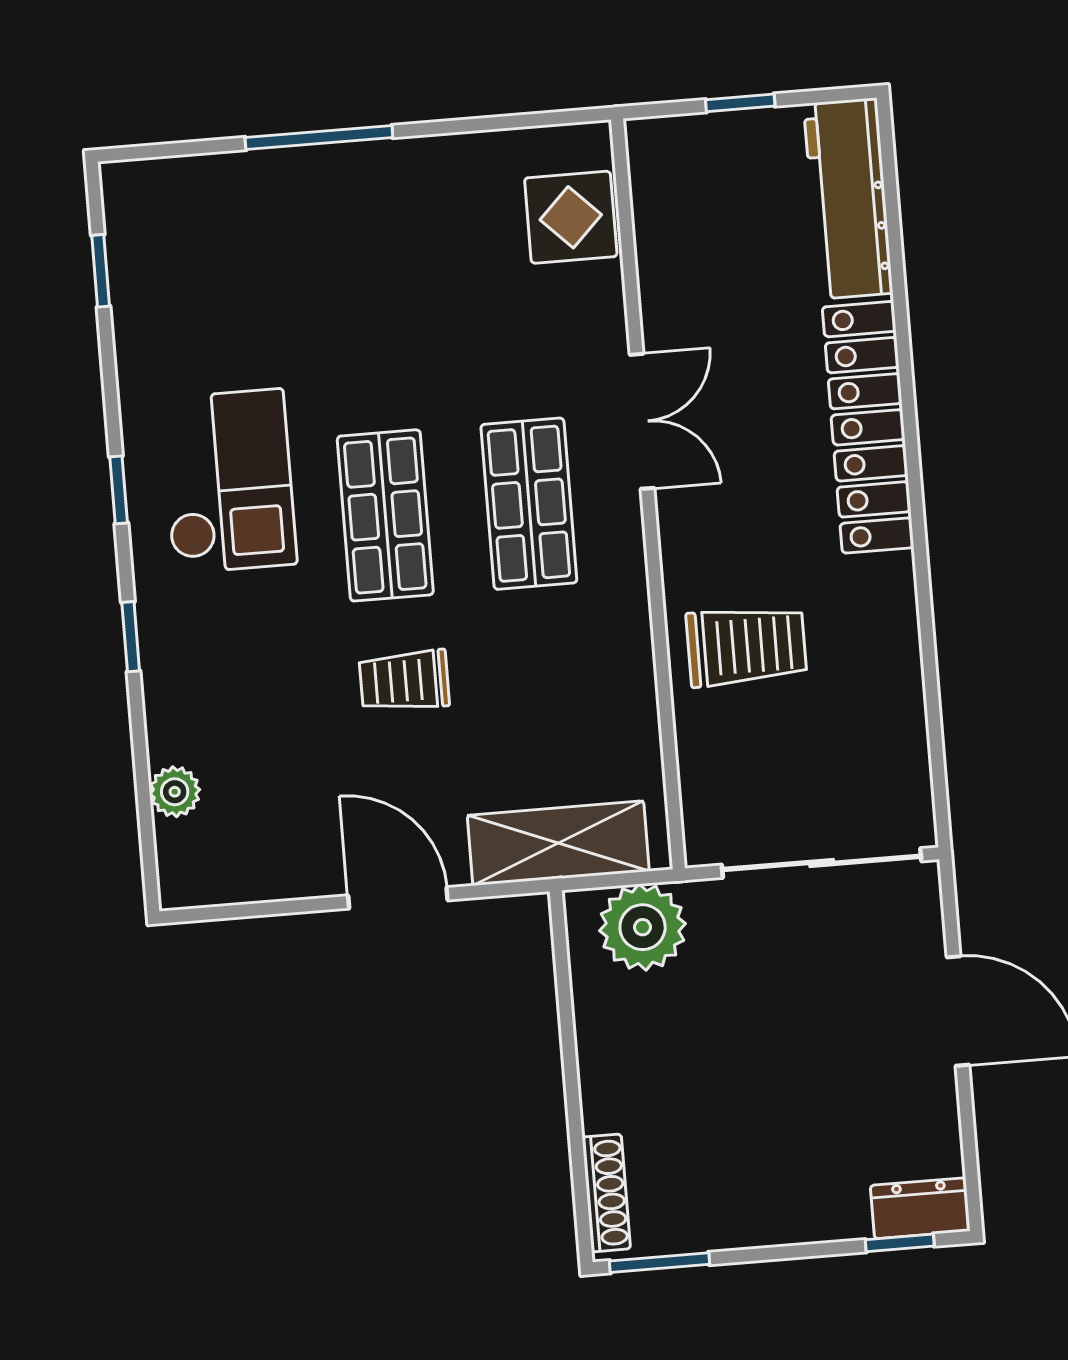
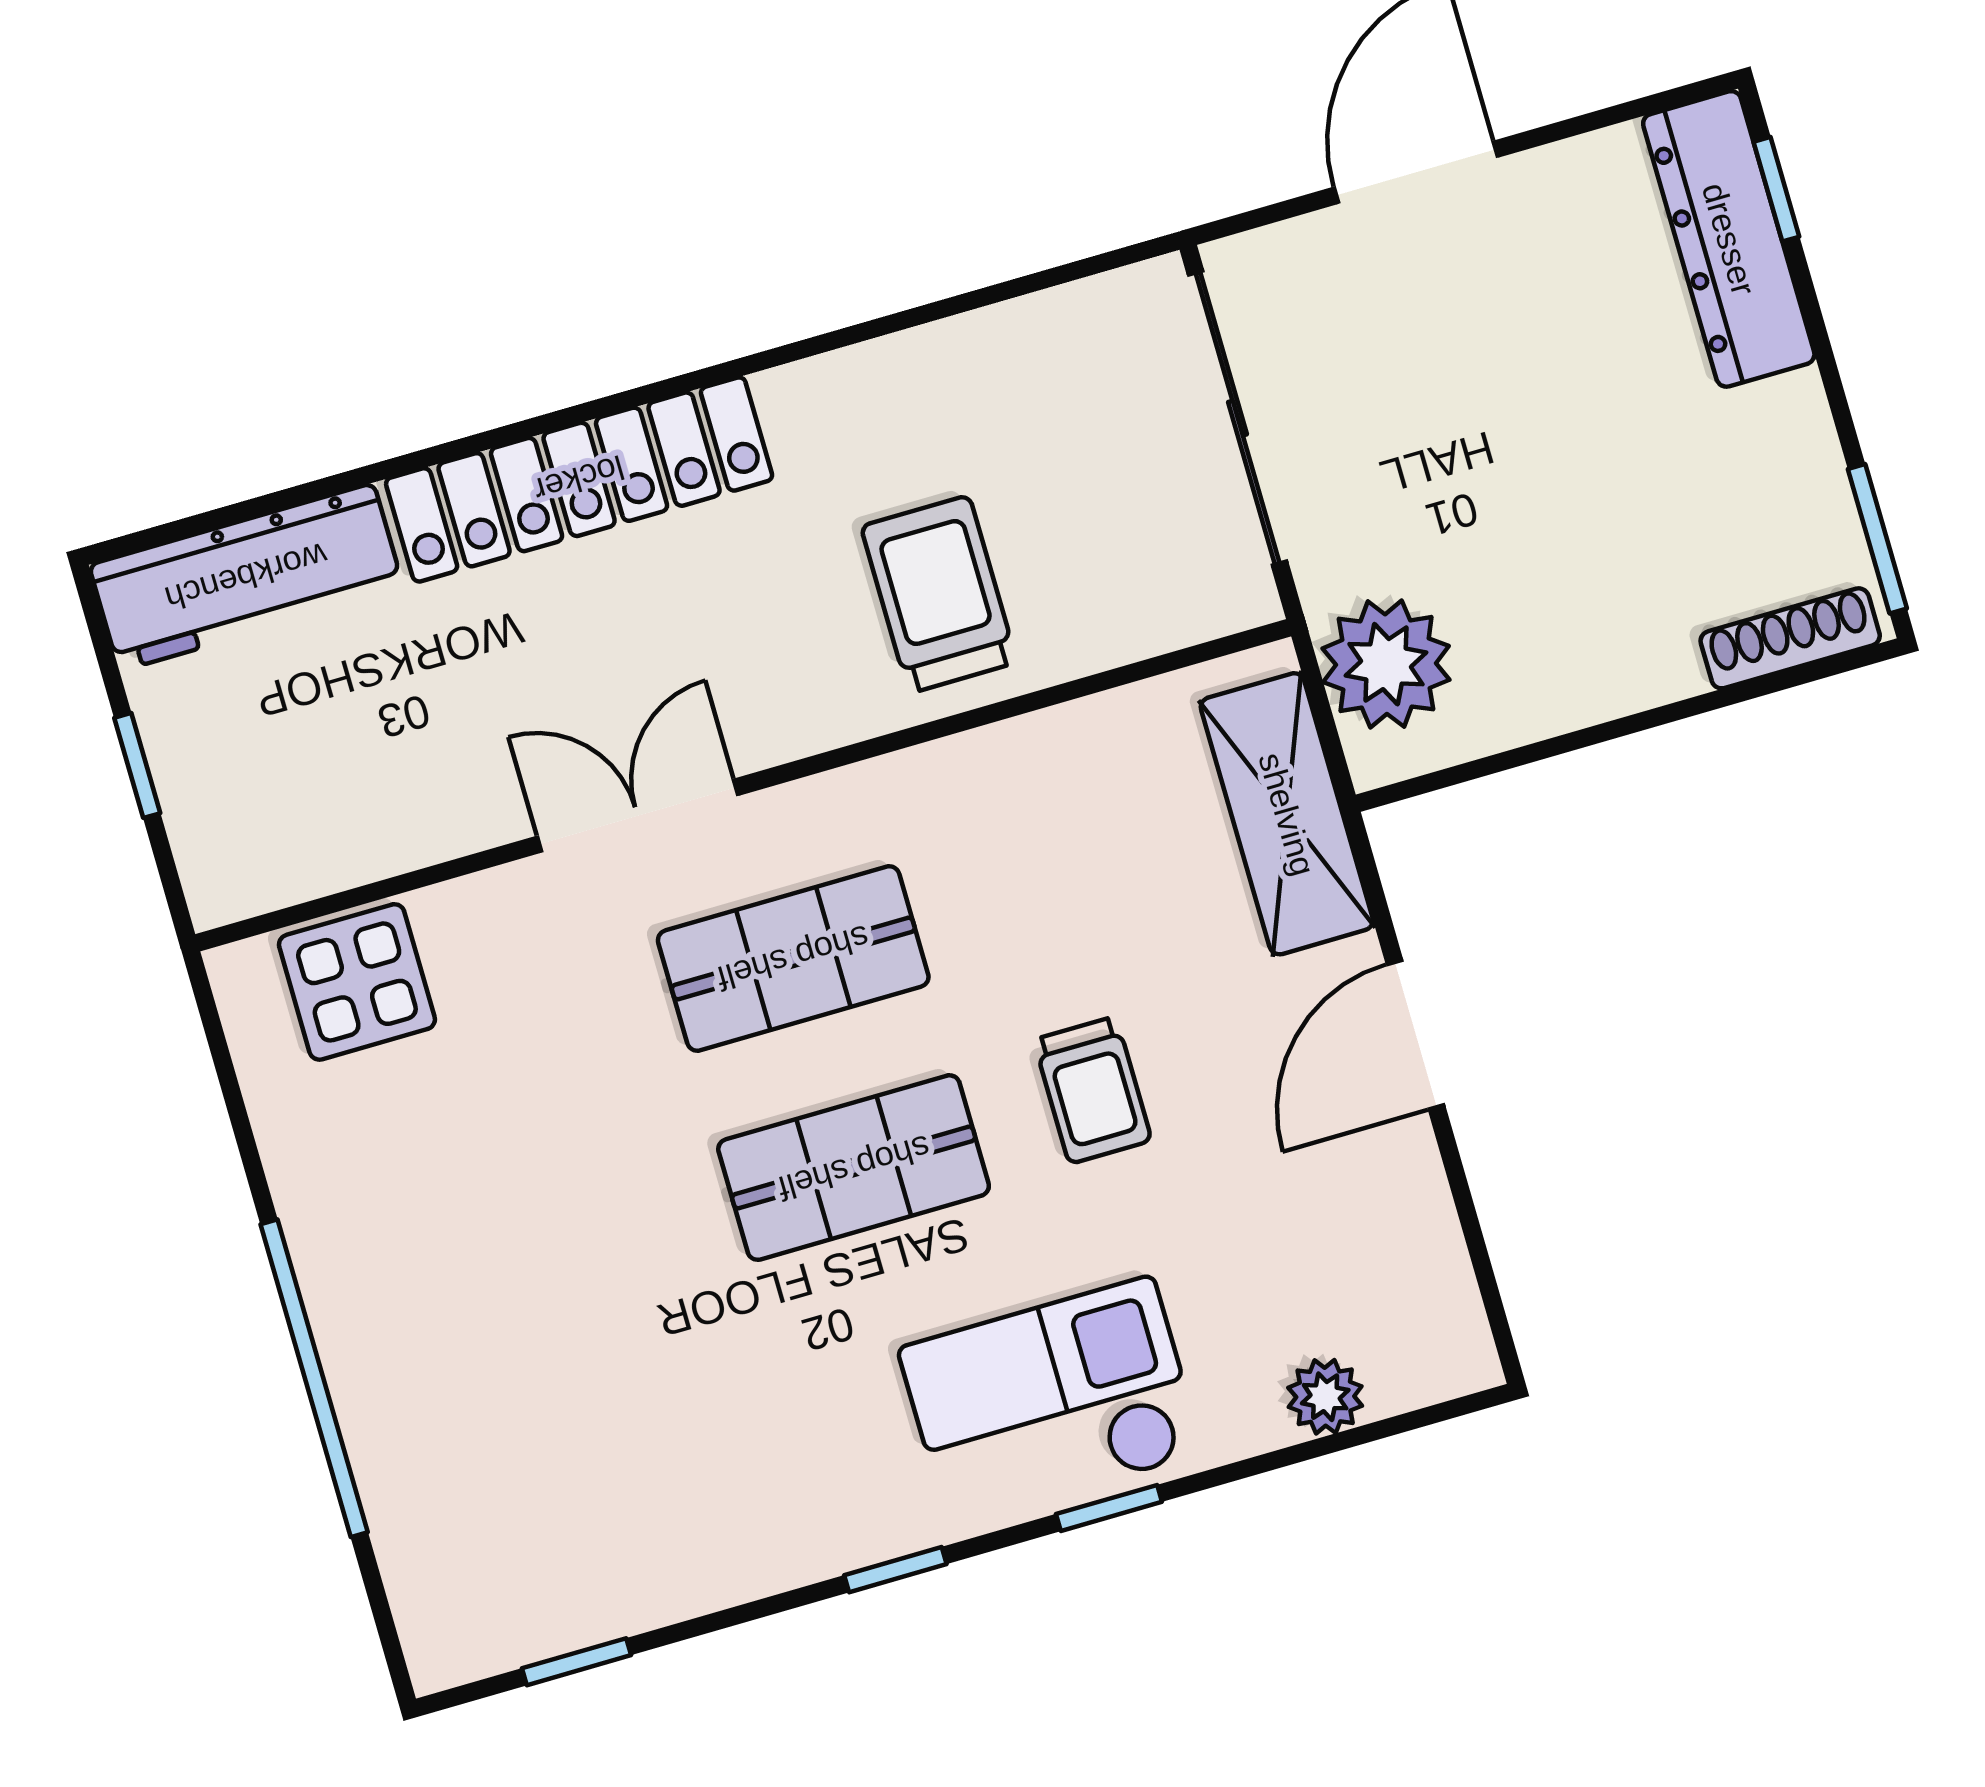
window: (319, 138) -> (314, 1378), width x1.46
checkout: (228, 481) -> (1051, 1401), moved
dresser: (920, 1208) -> (1729, 239), width x1.96, depth x1.24

